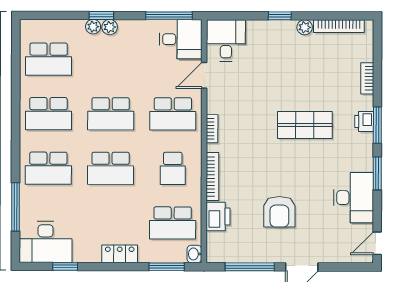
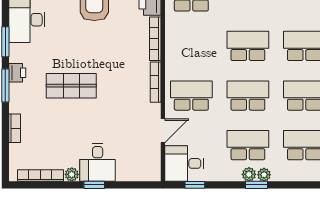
window: (169, 16) -> (195, 185), width x0.46
desk: (226, 40) -> (98, 162), moved
printer: (364, 121) -> (17, 73), moved
bookcase: (212, 129) -> (156, 82), width x1.56
school desk: (173, 168) -> (248, 145), moved, width x1.85

